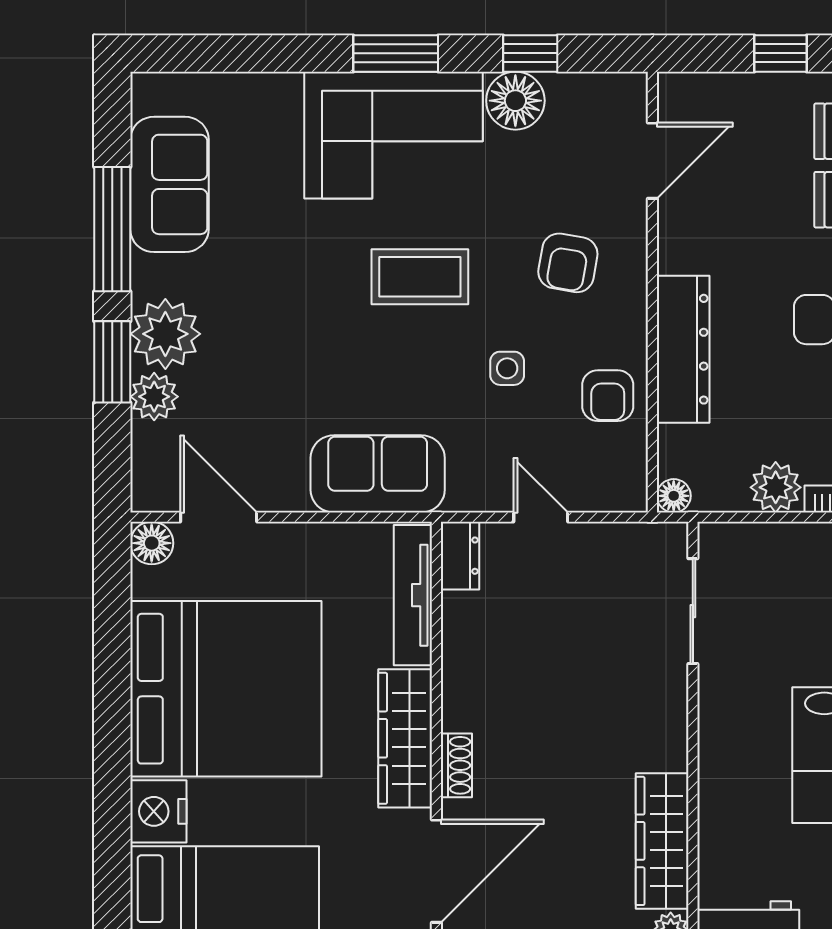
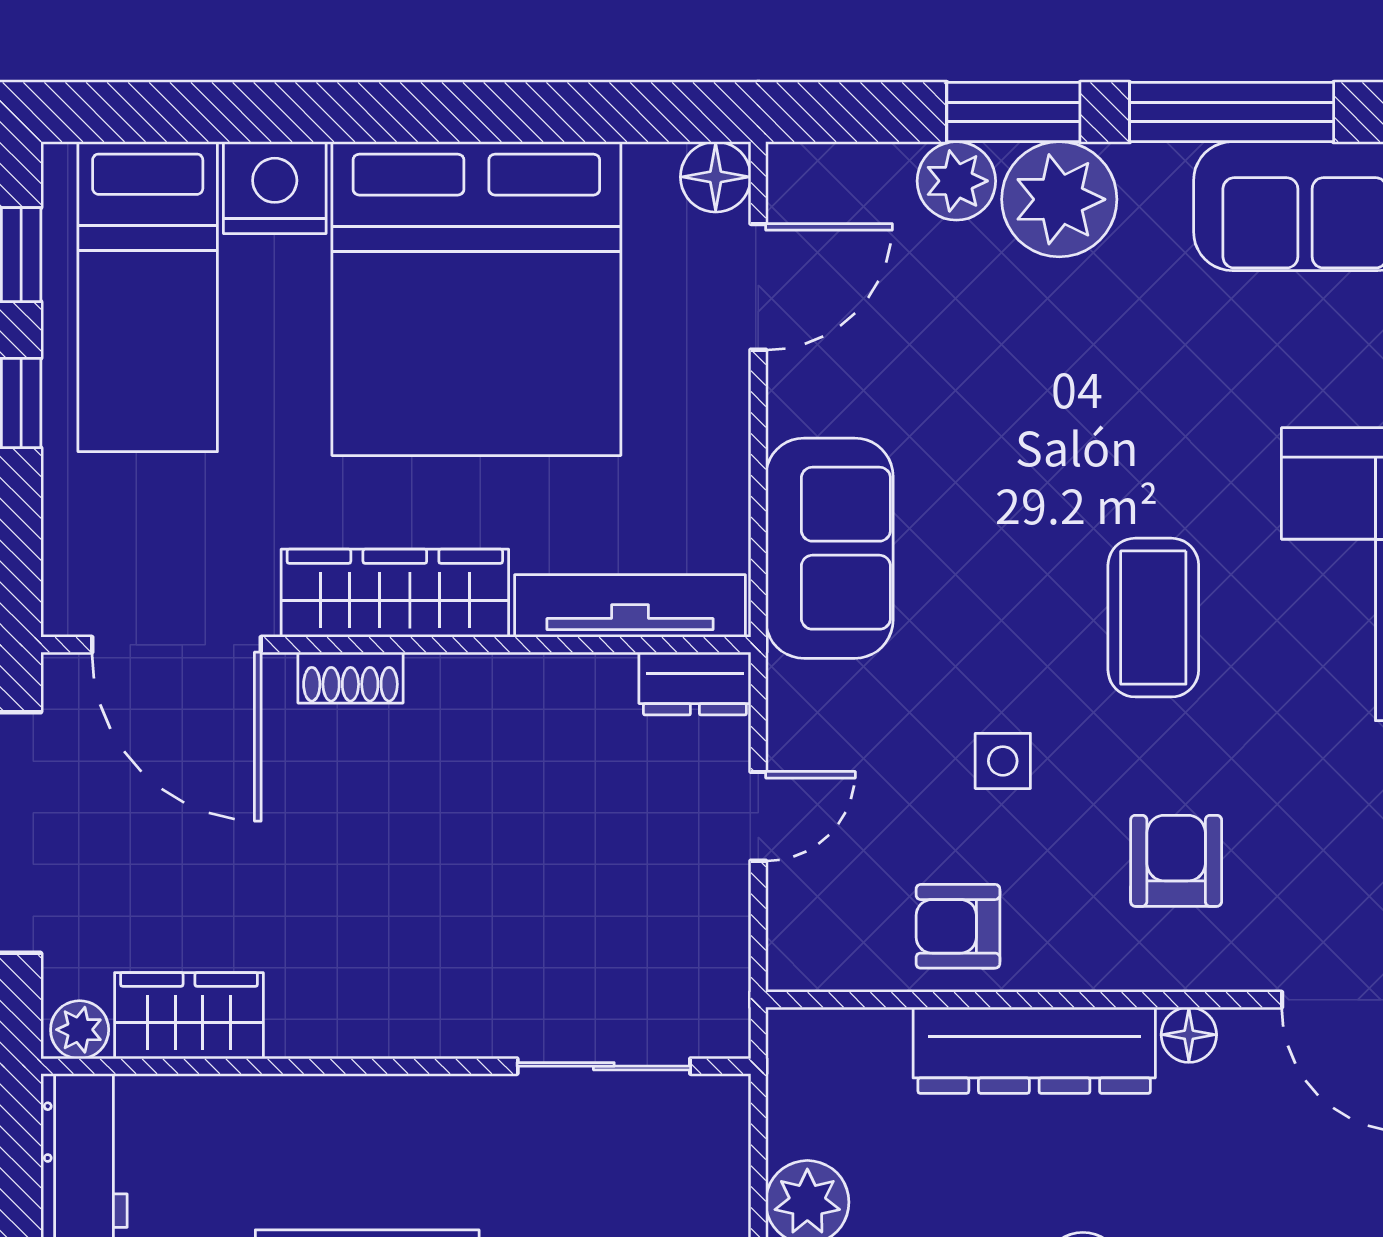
armchair: (568, 263) -> (1176, 861), turned 80
floor lamp: (674, 496) -> (1189, 1035), moved
wardrobe: (662, 841) -> (189, 1016), width x0.67

